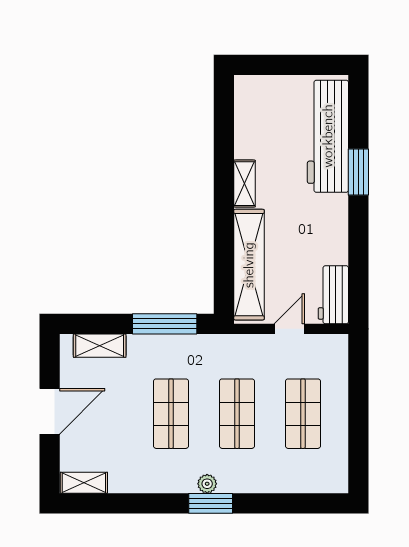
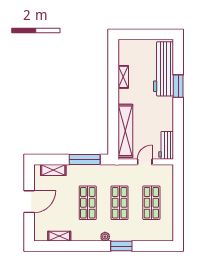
shelving: (244, 184) -> (123, 77), moved
shelving: (84, 483) -> (59, 236), moved
window: (211, 503) -> (121, 246), moved

